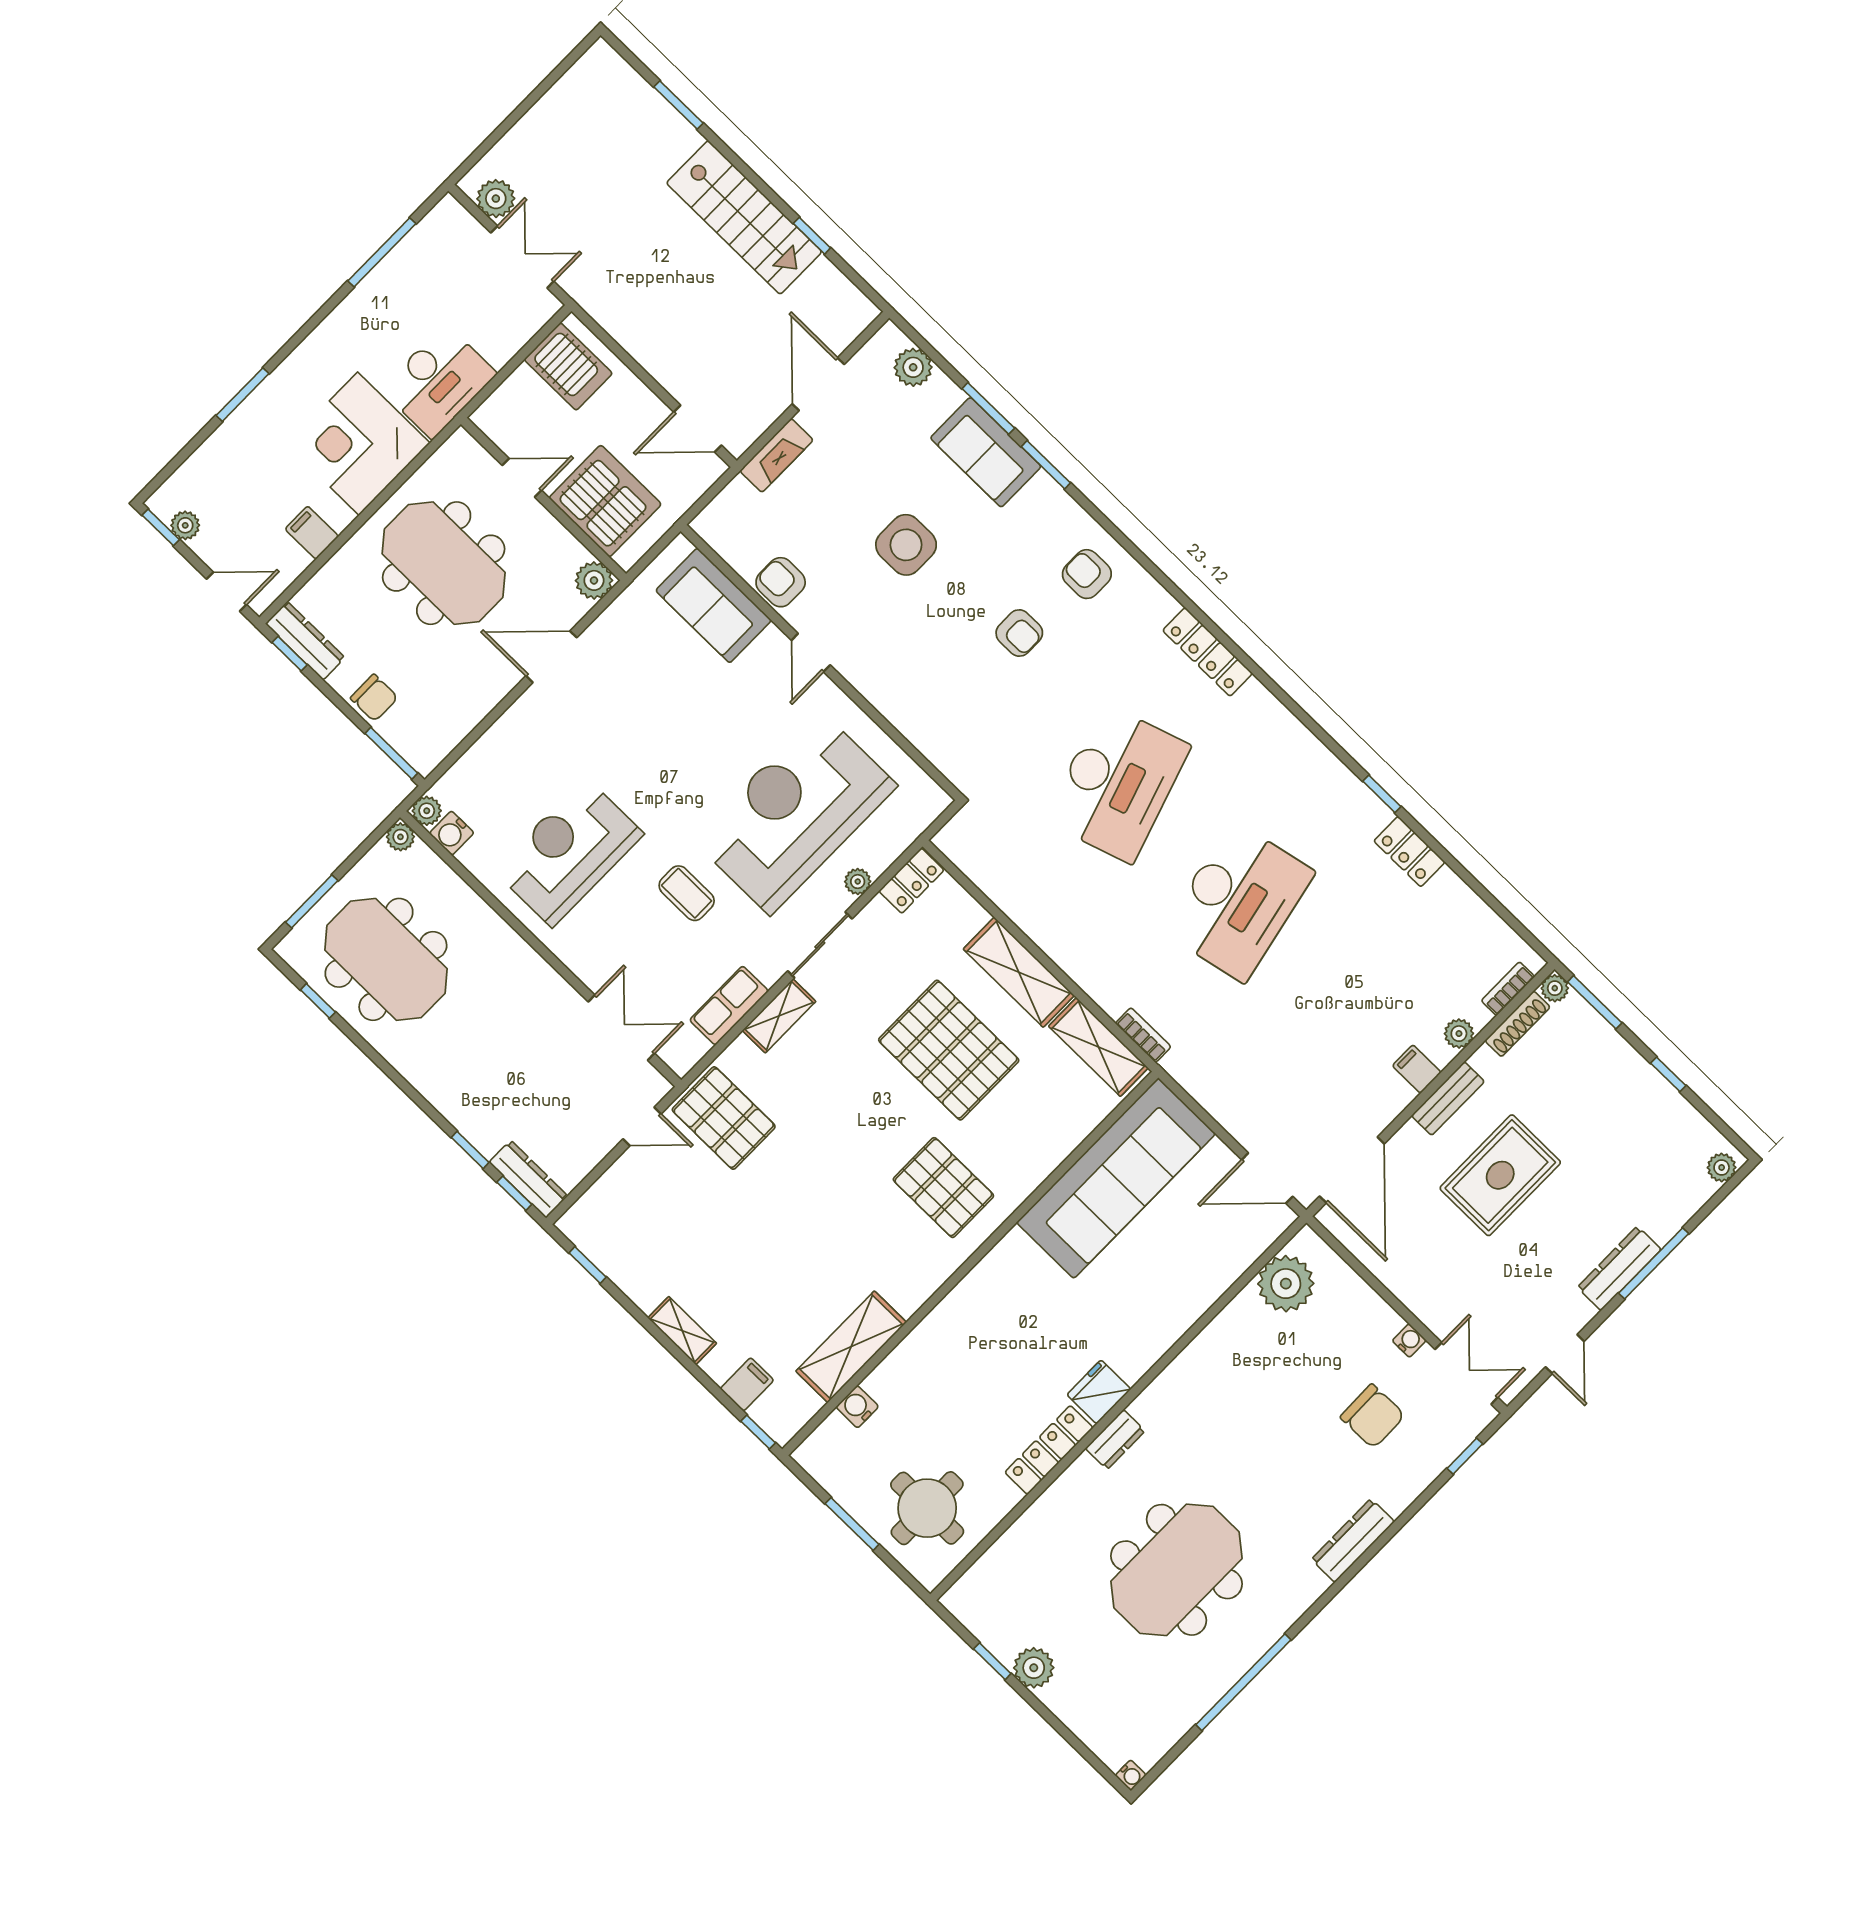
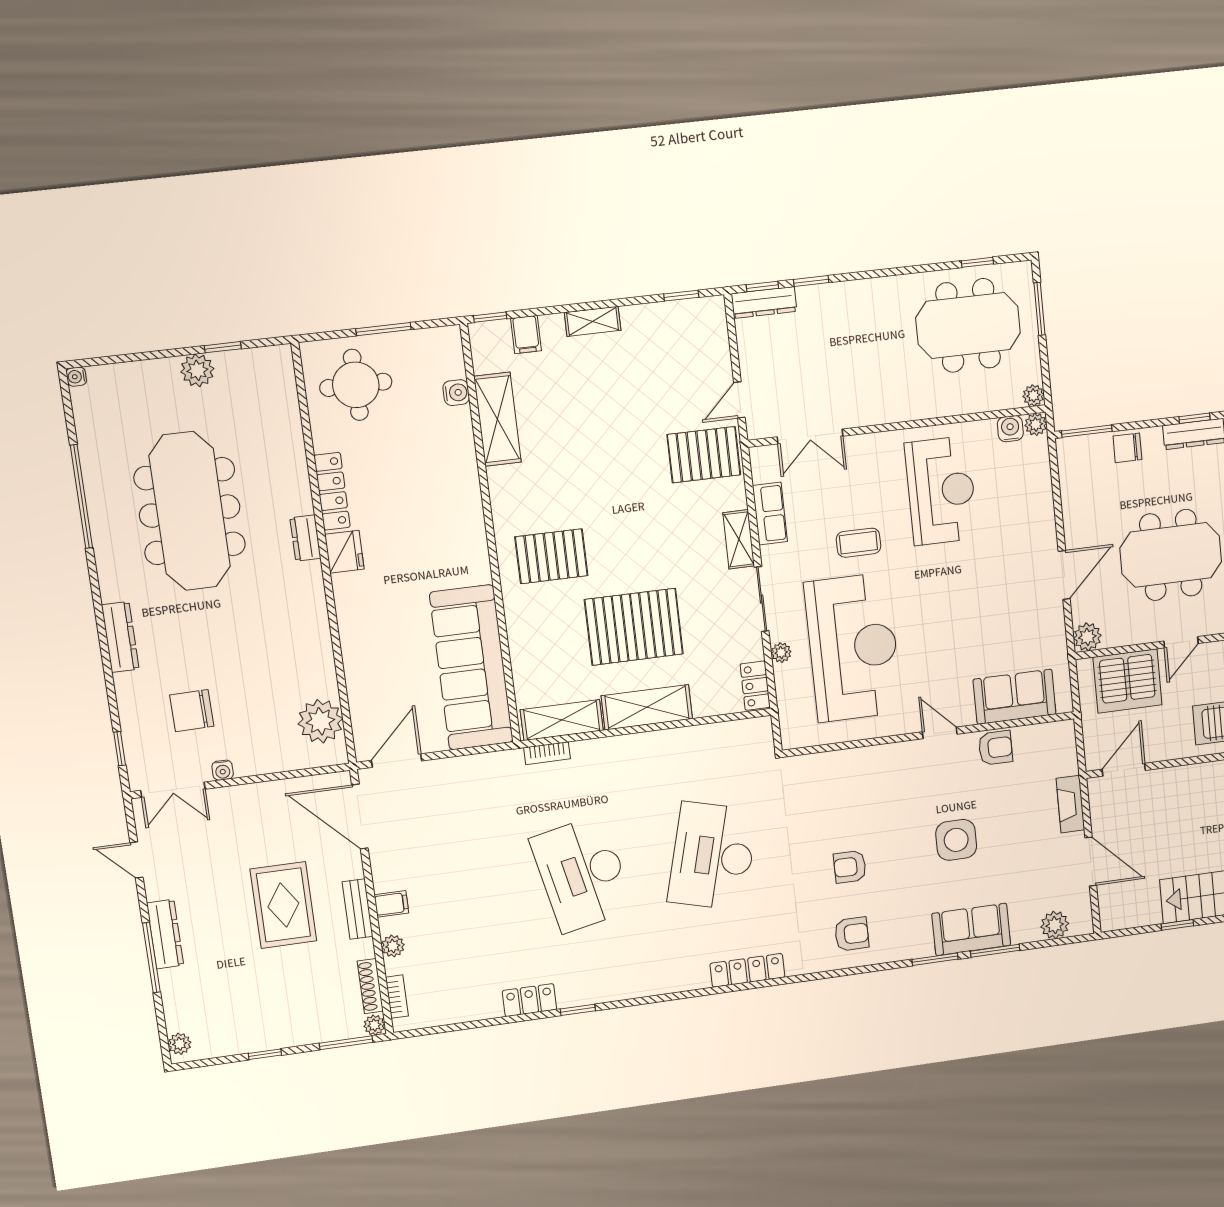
desk: (1118, 783) -> (713, 856), turned 33
meeting table: (1176, 1570) -> (190, 511), width x1.36

